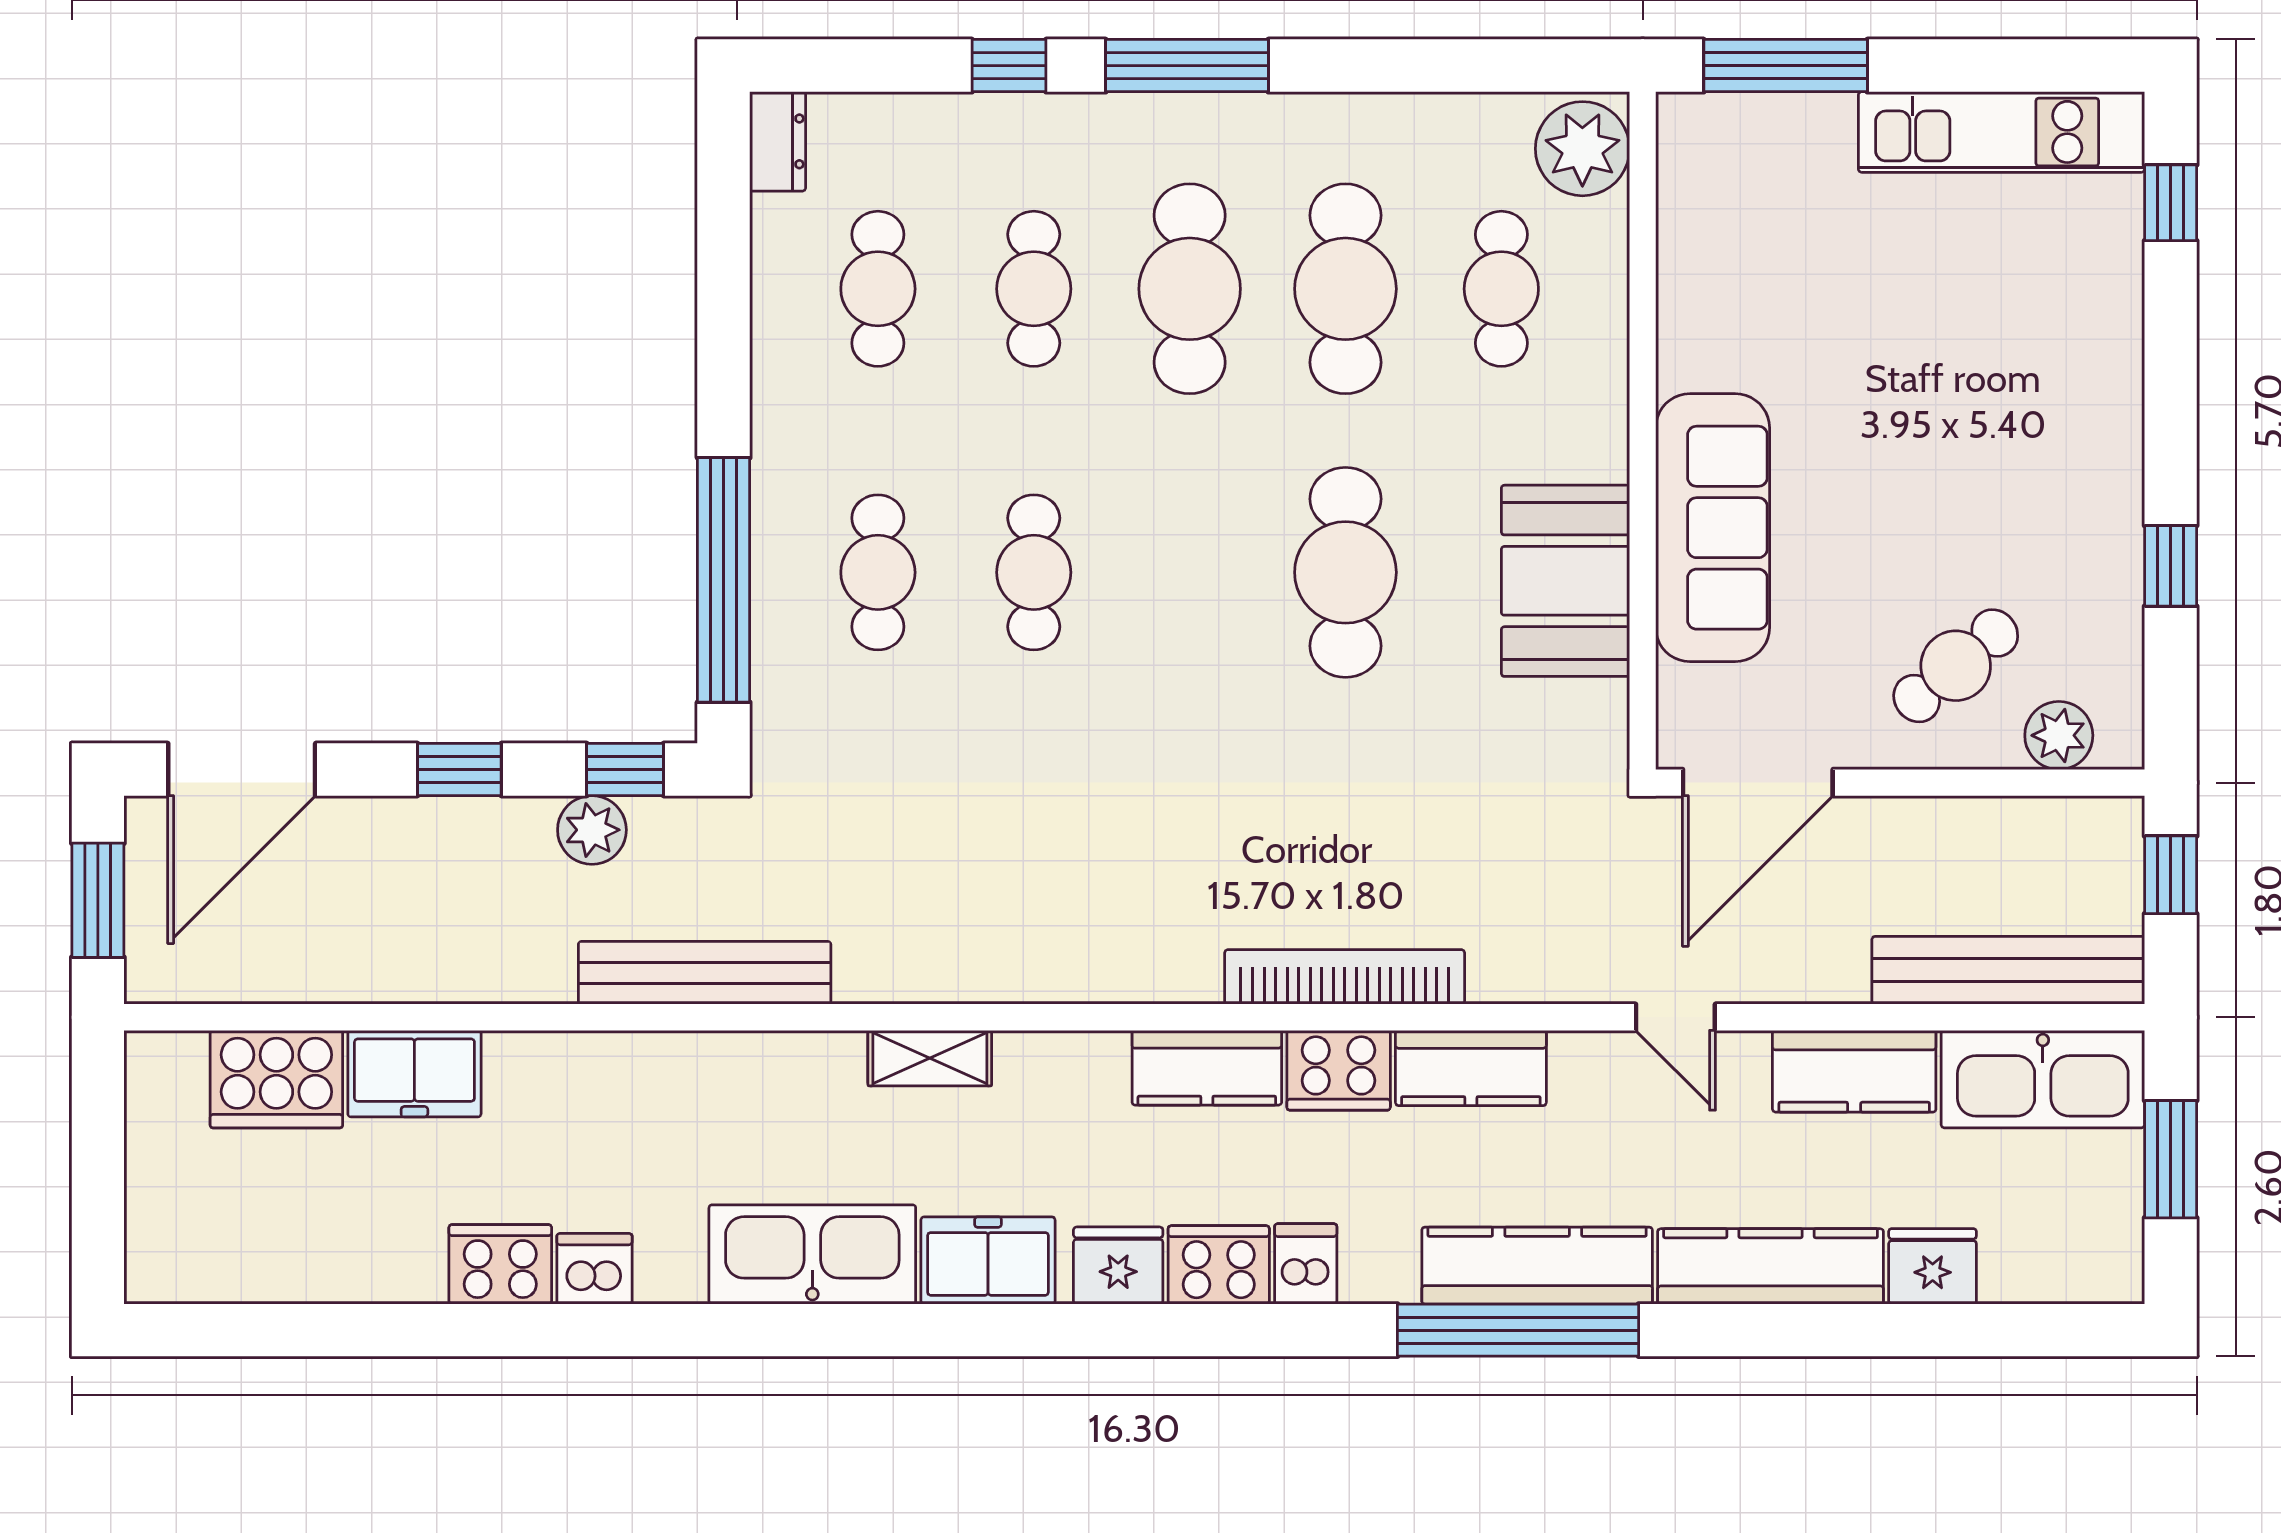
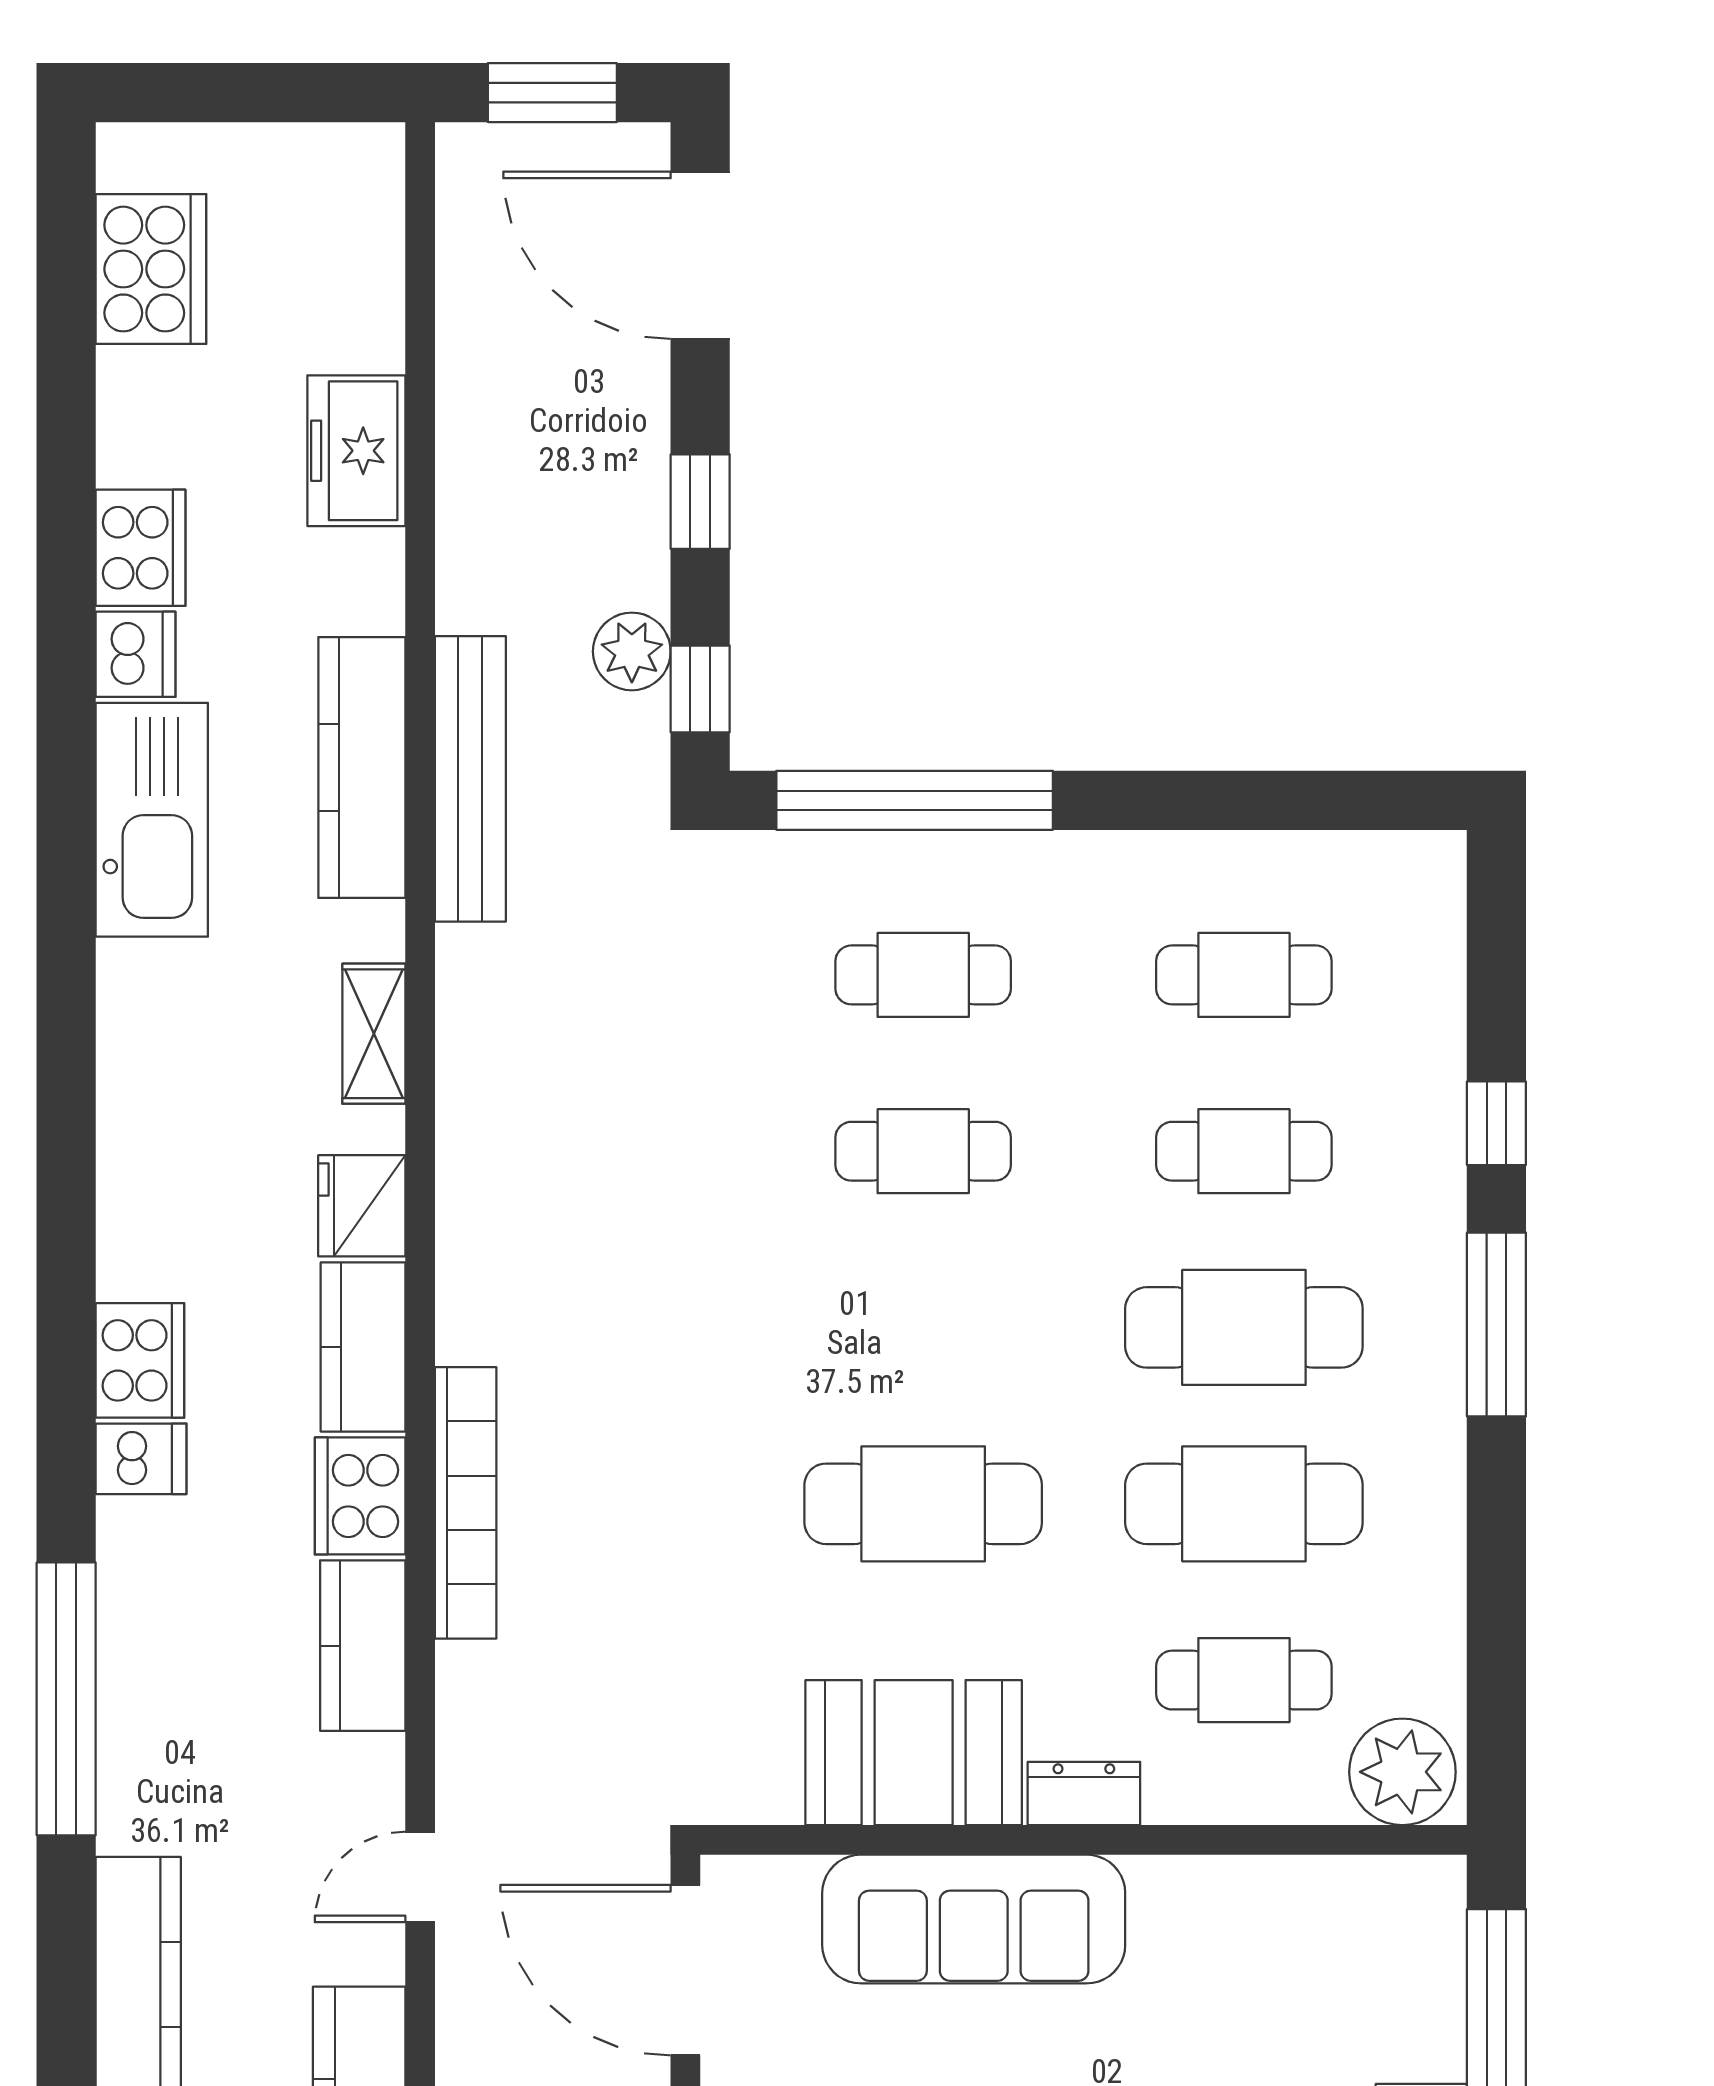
dresser: (778, 141) -> (1084, 1793), moved, turned 180
cooker: (276, 1079) -> (151, 269), moved, turned 180
kitchen sink: (812, 1254) -> (152, 820), moved
freezer: (988, 1260) -> (145, 1099), removed
fridge: (1118, 1265) -> (362, 1206), moved, turned 180
kitchen counter: (1537, 1266) -> (362, 767), moved, turned 180

